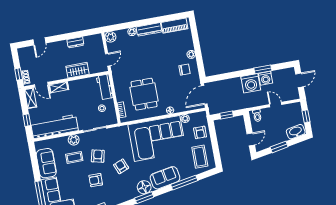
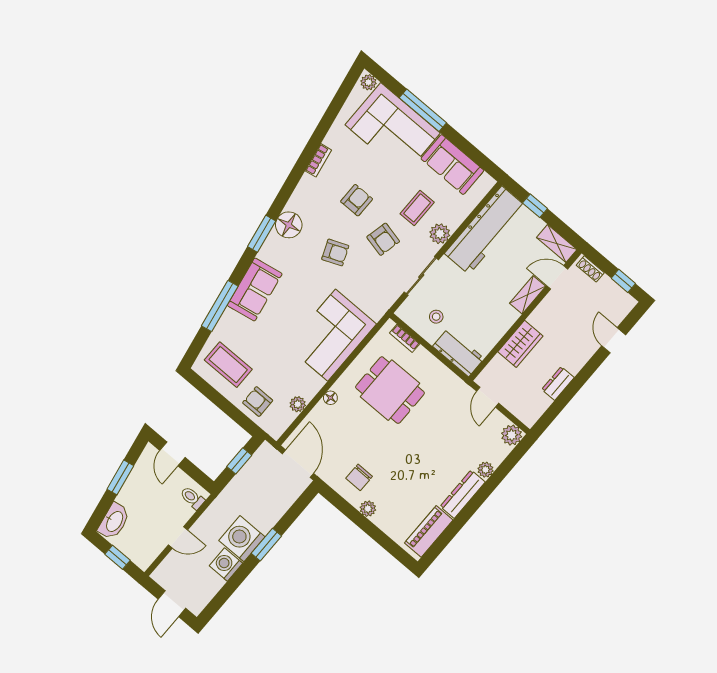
window: (263, 69) -> (266, 545), moved
window: (19, 74) -> (623, 281), moved
corner sofa: (157, 138) -> (332, 335), width x0.73, depth x0.74
floor lamp: (144, 187) -> (289, 225), moved

